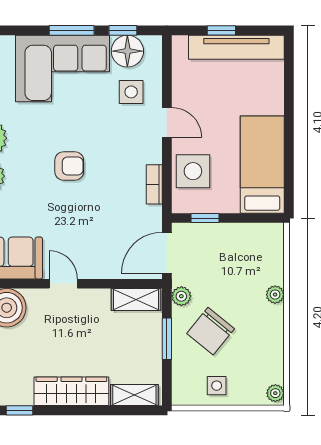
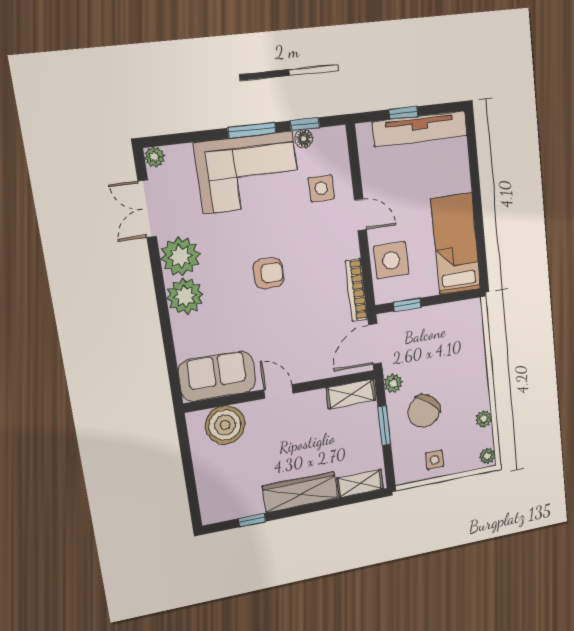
floor lamp: (127, 51) -> (304, 139), width x0.53, depth x0.53
bookcase: (154, 184) -> (357, 290), width x1.56
plant: (275, 295) -> (484, 419), moved

